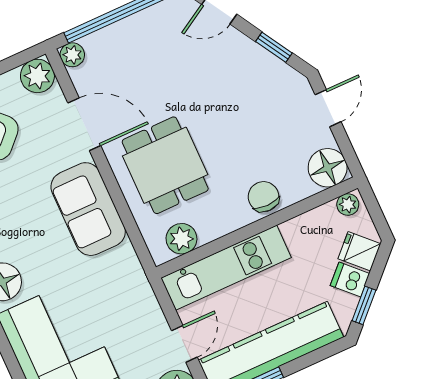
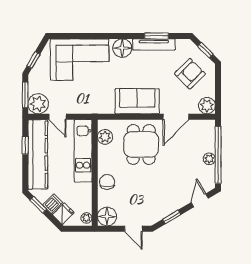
plant: (72, 55) -> (209, 159), moved
dining table: (165, 165) -> (141, 145), turned 90
chair: (264, 197) -> (107, 182), turned -92

